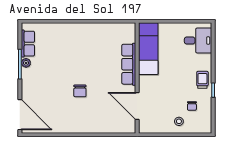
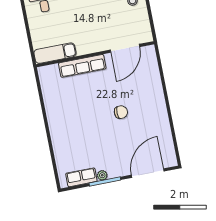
exam couch: (148, 49) -> (55, 53), width x0.73, depth x0.69
door: (20, 115) -> (148, 173), moved

